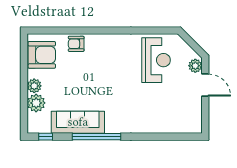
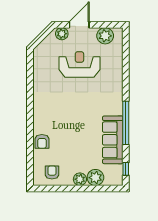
armchair: (42, 55) -> (52, 172), width x0.53, depth x0.53
reception desk: (156, 60) -> (79, 64), moved
plant: (193, 114) -> (105, 36), added

